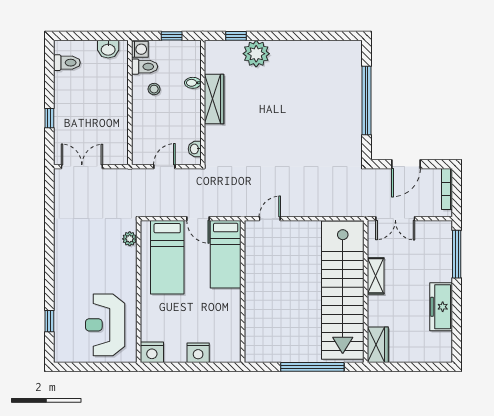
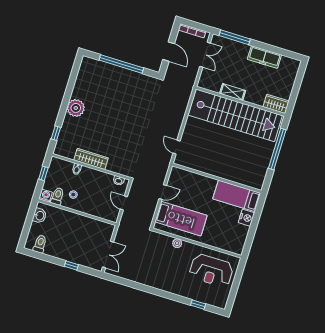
plant: (256, 54) -> (76, 108), moved
double door: (82, 167) -> (108, 255), swing flipped
double door: (395, 219) -> (205, 55), moved
plant: (130, 239) -> (177, 243), moved
bed: (226, 254) -> (237, 196), moved, turned 180
nightstand: (152, 352) -> (237, 246), removed

